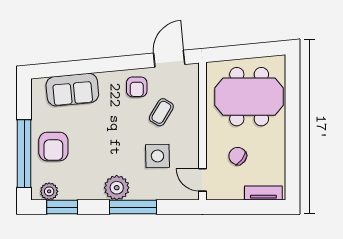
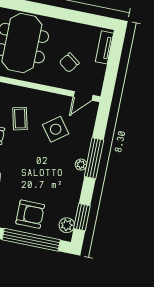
coffee table: (161, 112) -> (20, 119), turned 45
side table: (157, 156) -> (56, 129), turned -36
plant: (117, 188) -> (81, 165), width x0.53, depth x0.53

